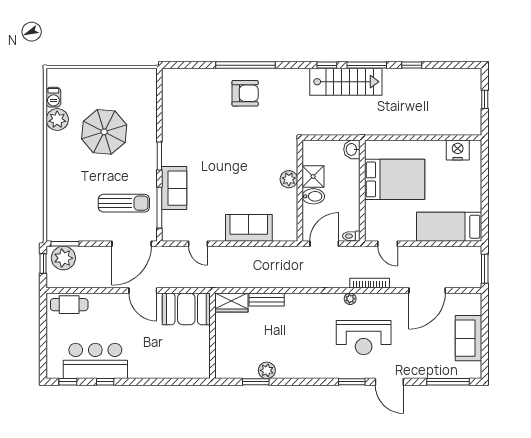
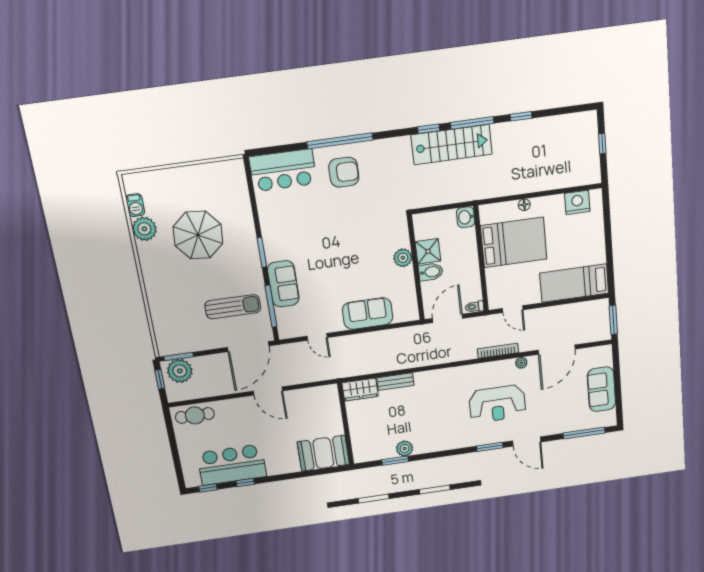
bar counter: (191, 84) -> (283, 170), added
floor lamp: (408, 145) -> (524, 205), added
plant: (350, 299) -> (521, 363), moved
booth: (186, 309) -> (323, 453), moved

